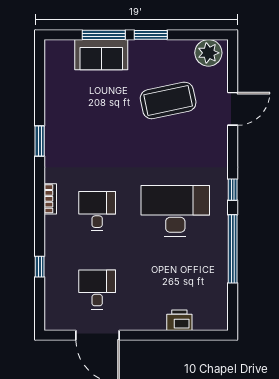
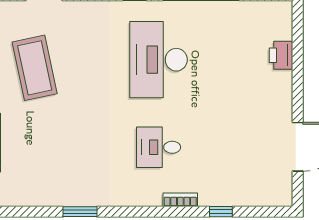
bookcase: (50, 199) -> (180, 200), moved
desk: (97, 289) -> (246, 147), removed

